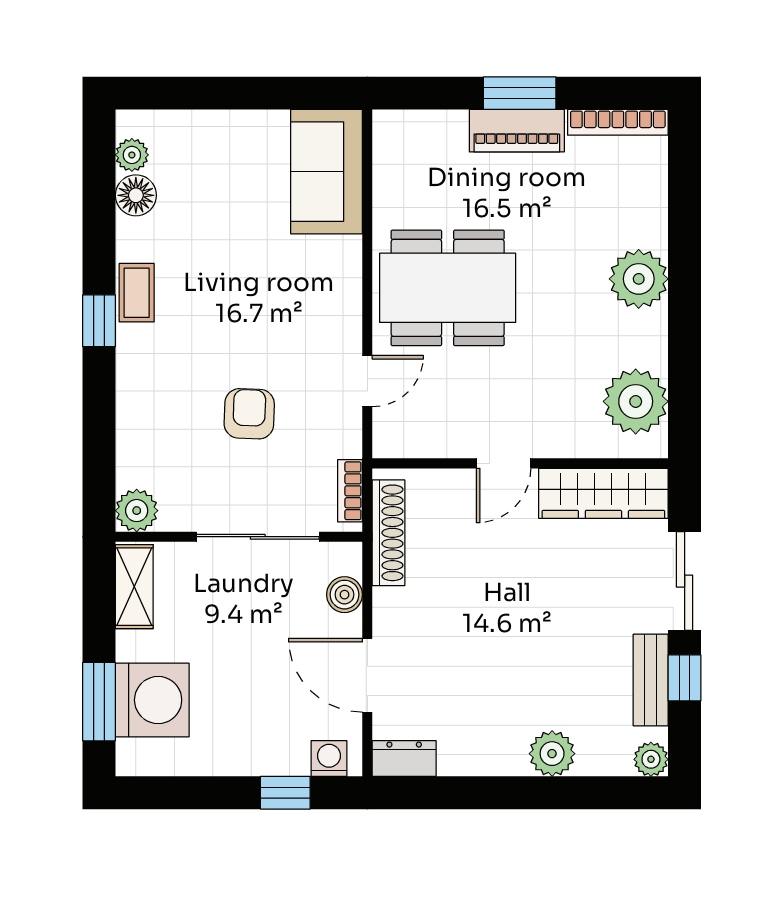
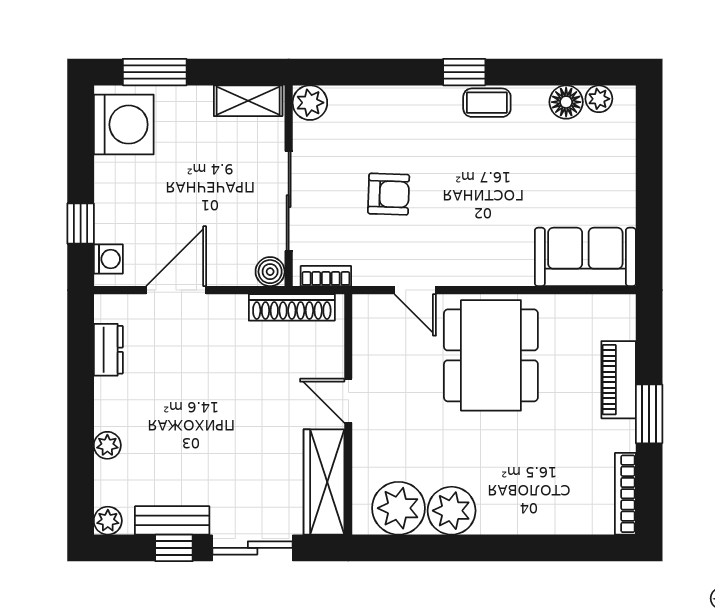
piano: (517, 131) -> (619, 380), moved
plant: (639, 279) -> (452, 511), moved
boiler: (344, 595) -> (270, 272), moved
washing machine: (152, 700) -> (124, 125), moved, turned -90
plant: (552, 754) -> (107, 445), width x0.73, depth x0.73
dresser: (404, 759) -> (108, 350), moved

